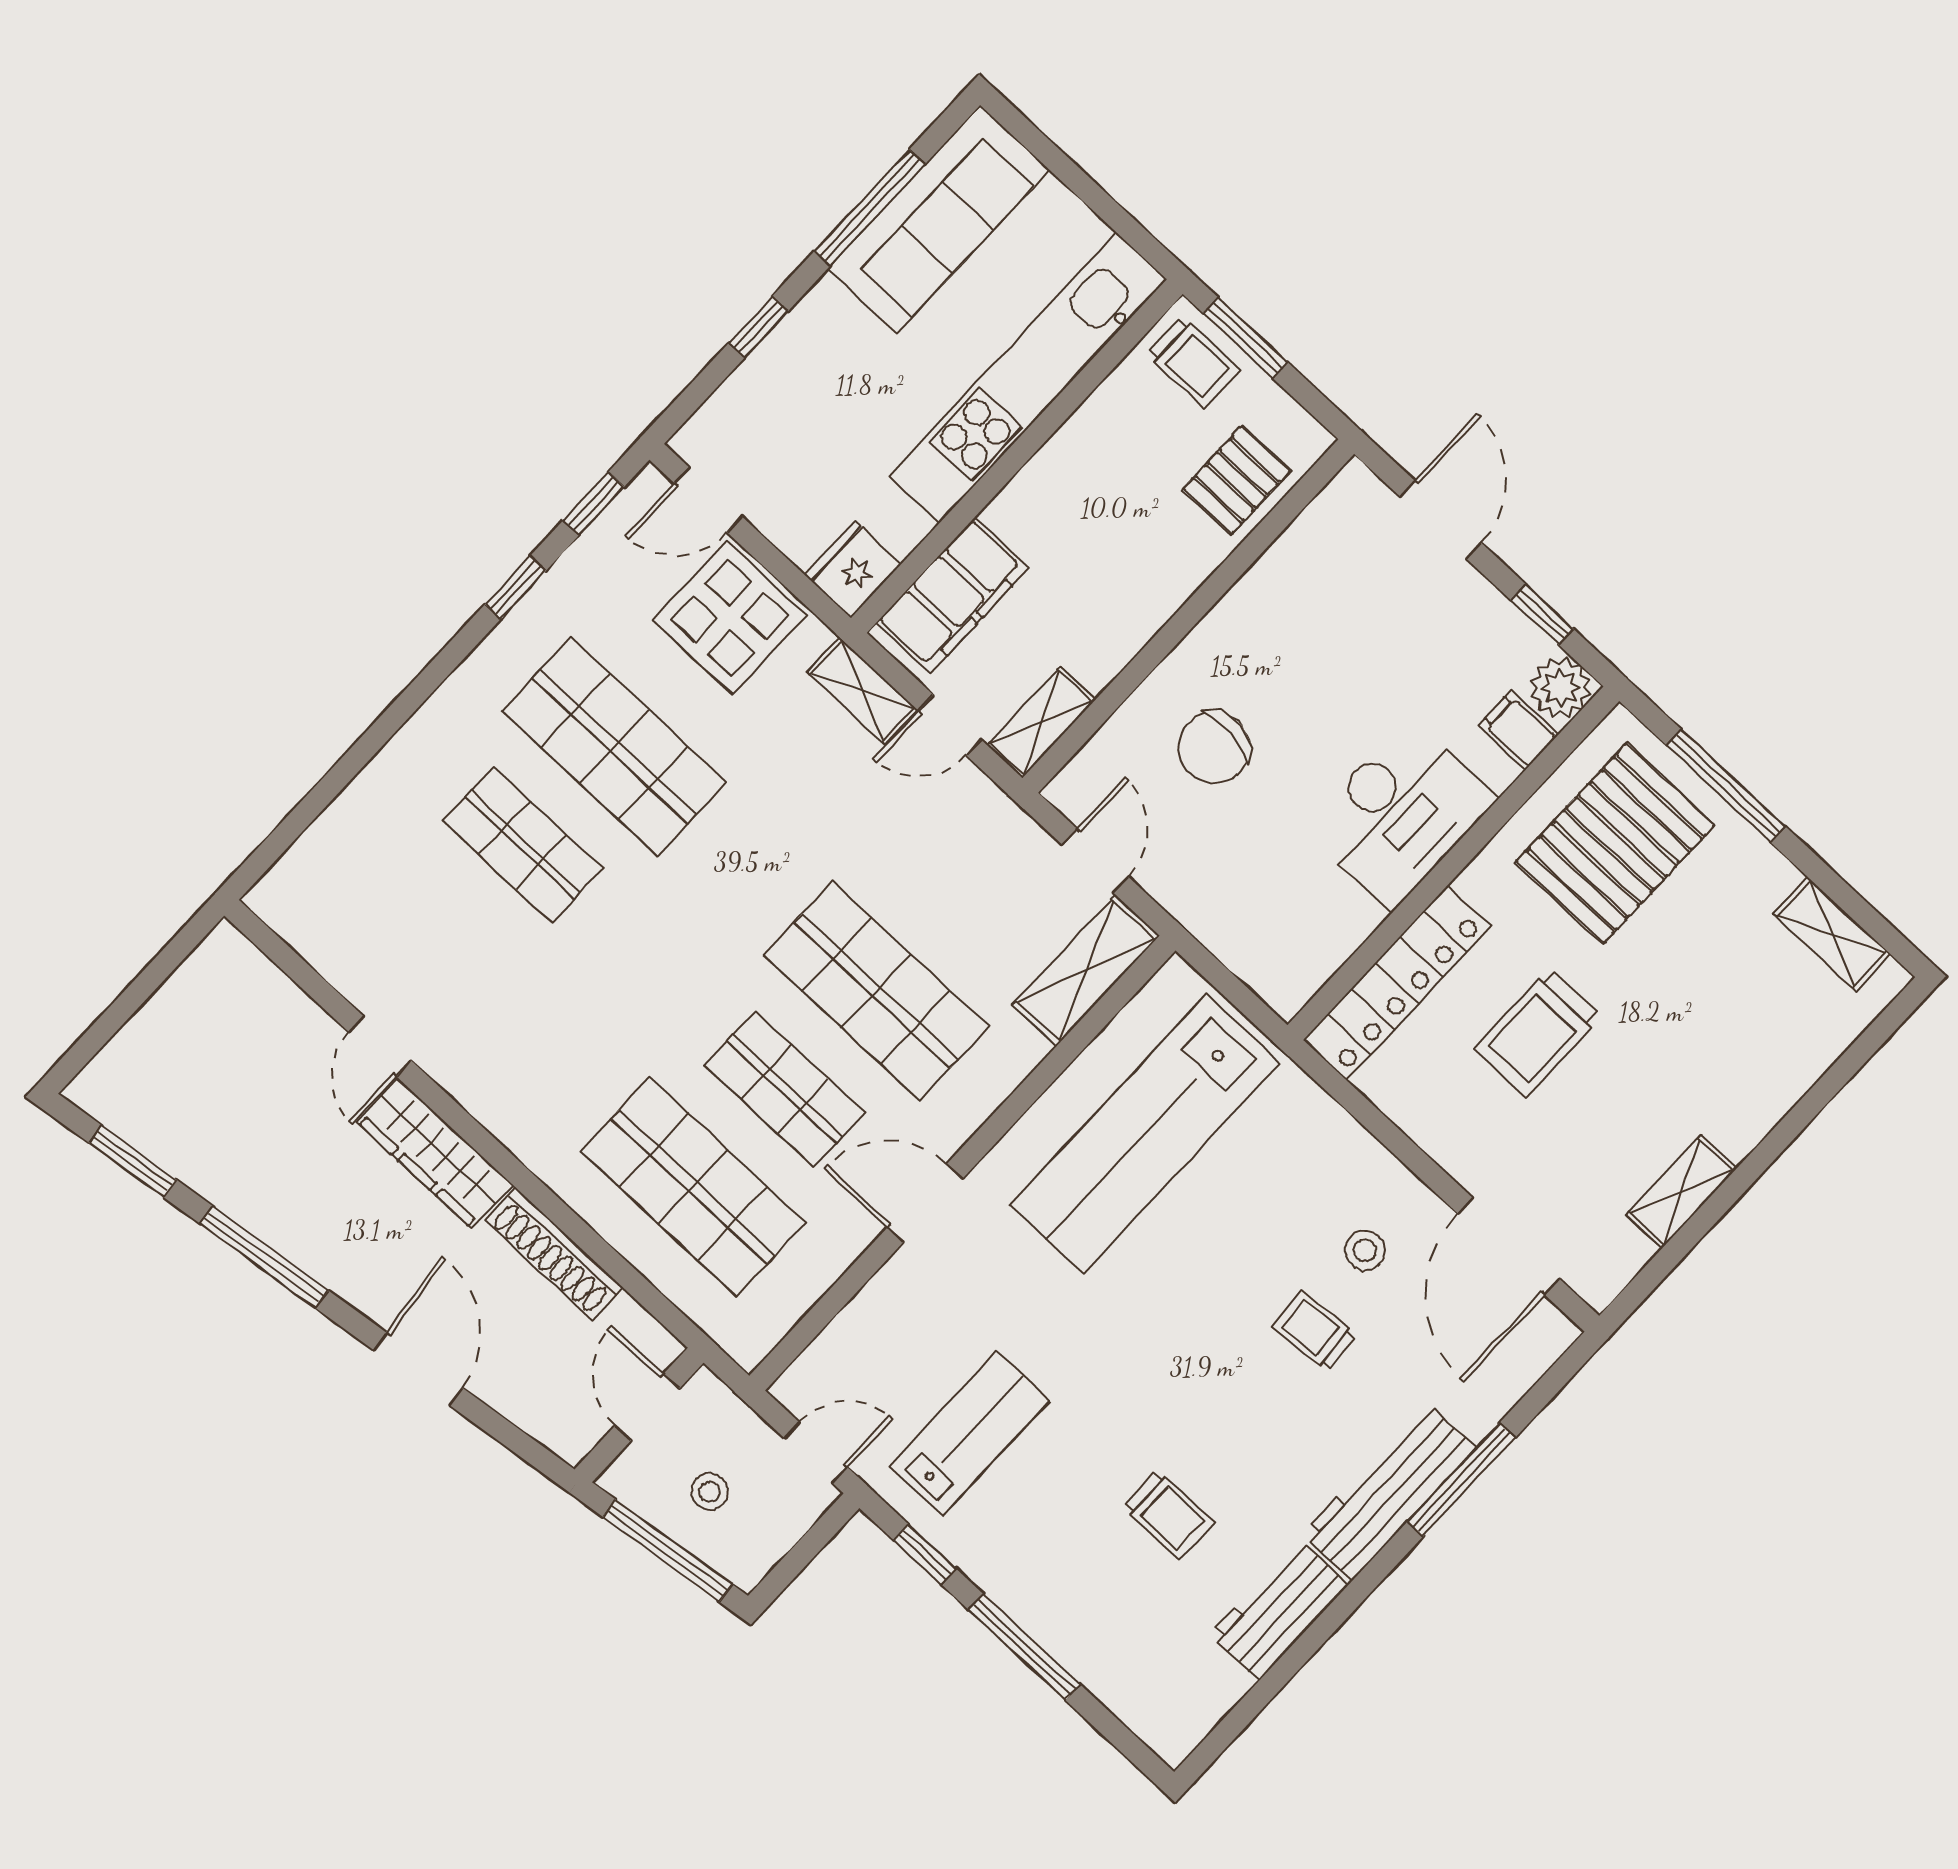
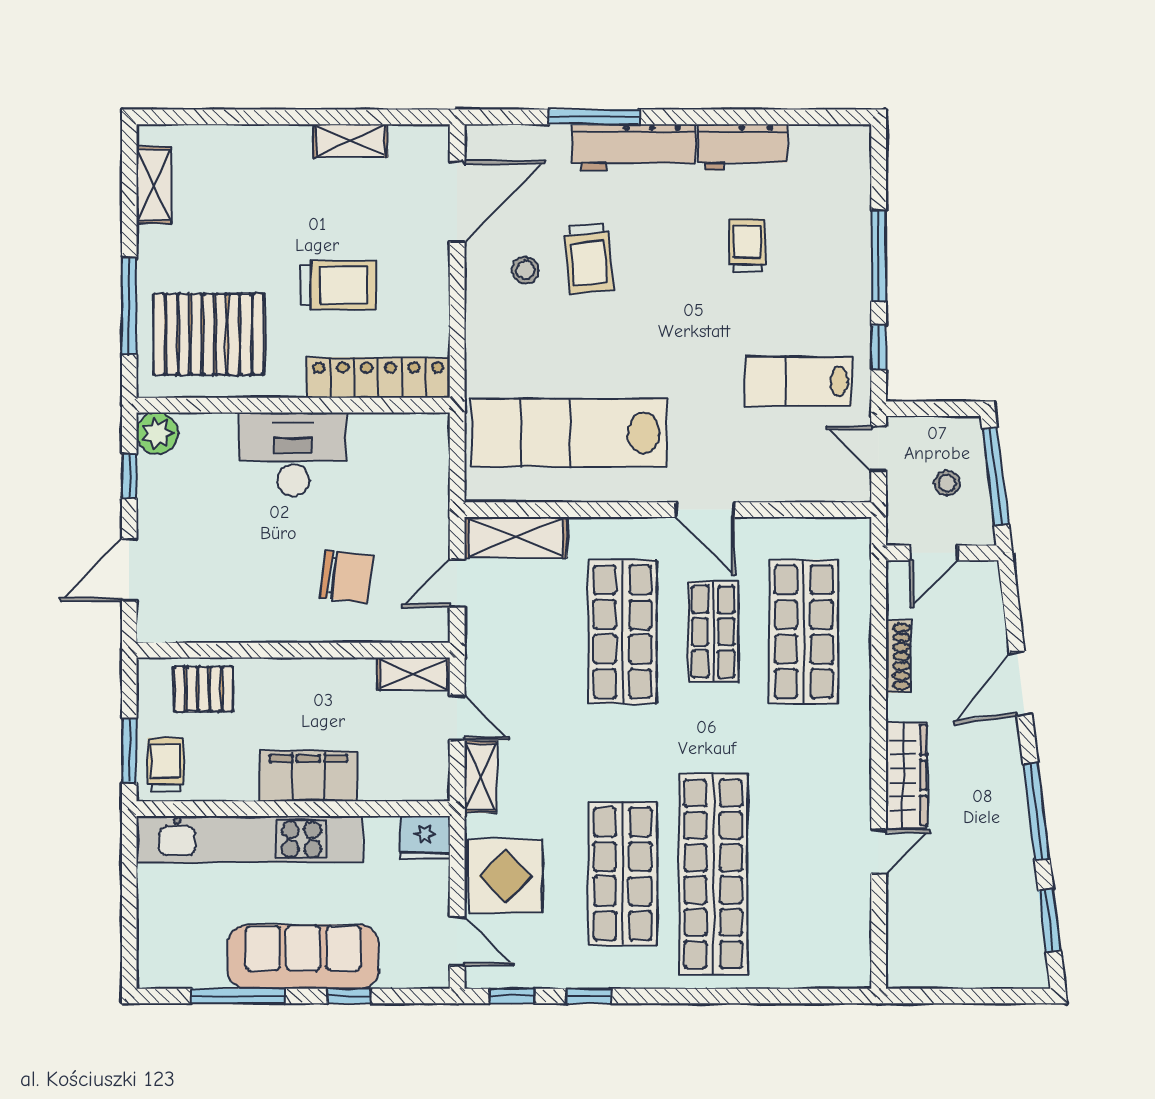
sofa: (939, 219) -> (303, 957), moved
filing cabinet: (953, 595) -> (308, 776), moved
filing cabinet: (1518, 730) -> (197, 434), removed
shop shelf: (523, 845) -> (713, 874), width x2.00, depth x1.36
lab bench: (1145, 1134) -> (569, 433), turned 180
shoe rack: (554, 1254) -> (898, 656), width x0.74, depth x0.81
trolley: (1314, 1331) -> (589, 258), width x1.36, depth x1.39

